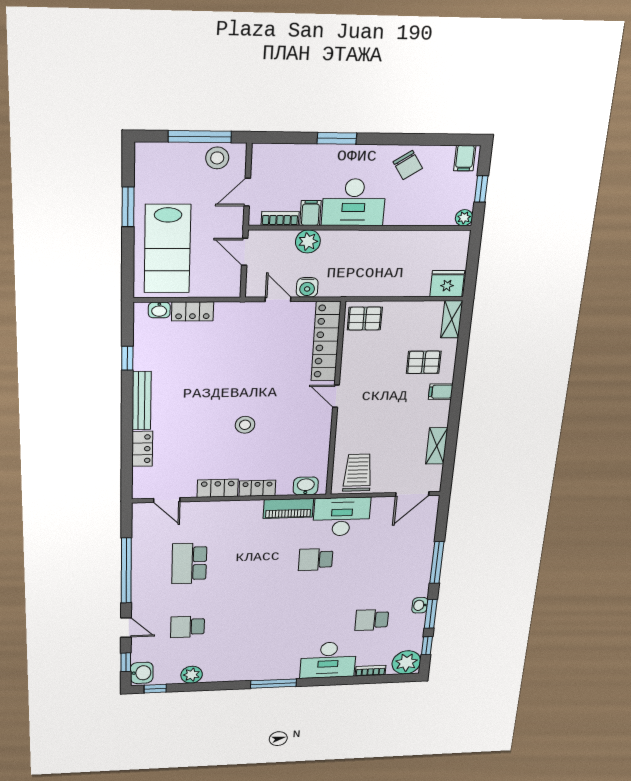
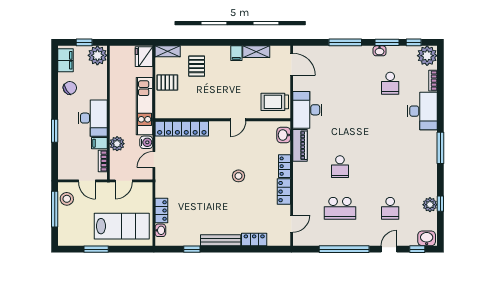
filing cabinet: (465, 158) -> (65, 60), width x2.00
plant: (464, 218) -> (97, 55), width x1.88, depth x1.88
kitchen unit: (367, 284) -> (144, 106), added
pallet: (365, 319) -> (167, 82), moved, turned 90
filing cabinet: (441, 392) -> (236, 53), moved
door: (336, 396) -> (238, 120), moved
school desk: (316, 559) -> (340, 167), moved
window: (155, 689) -> (440, 204), moved

